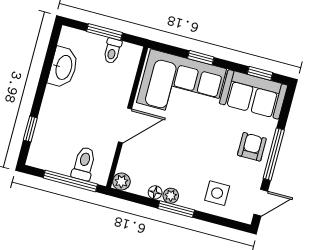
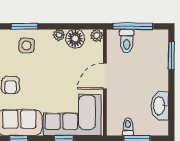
window: (30, 129) -> (171, 56), width x1.50
floor lamp: (155, 192) -> (75, 39), width x1.89, depth x1.89
window: (176, 209) -> (24, 26), moved

